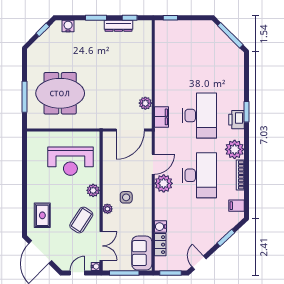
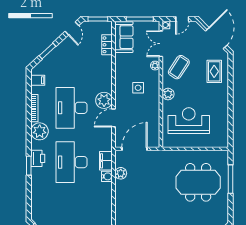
plant: (107, 209) -> (155, 66), moved
water cooler: (160, 227) -> (107, 176), moved

